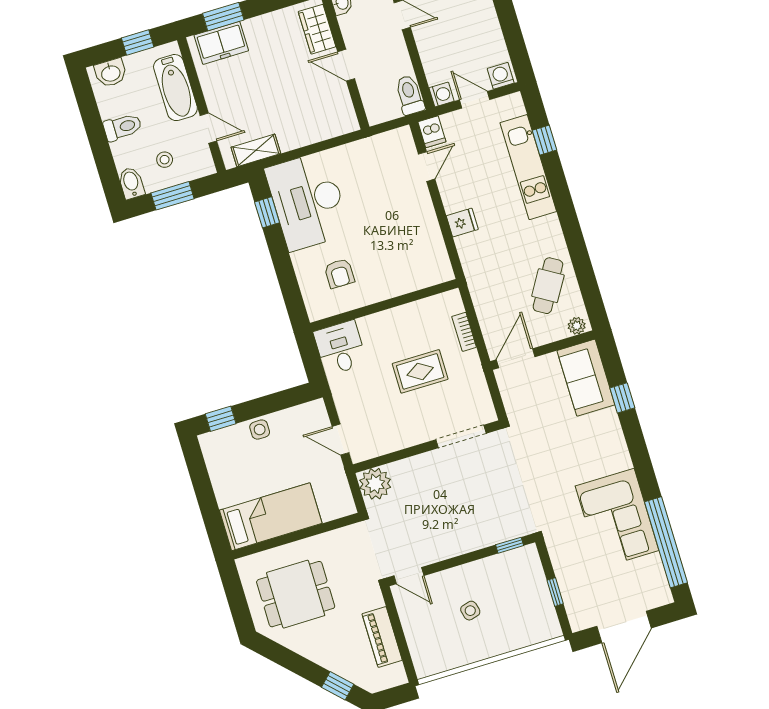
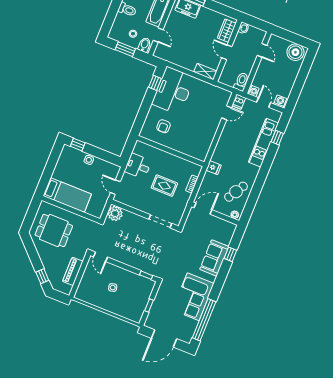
shelving: (256, 150) -> (205, 72), moved
bidet: (131, 183) -> (144, 45), moved
fridge: (462, 223) -> (214, 168), moved
desk: (340, 348) -> (138, 166), moved, turned -90
sofa: (586, 378) -> (214, 258), moved

